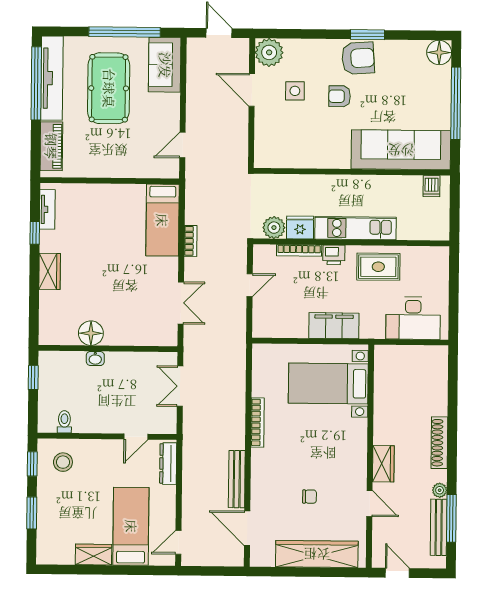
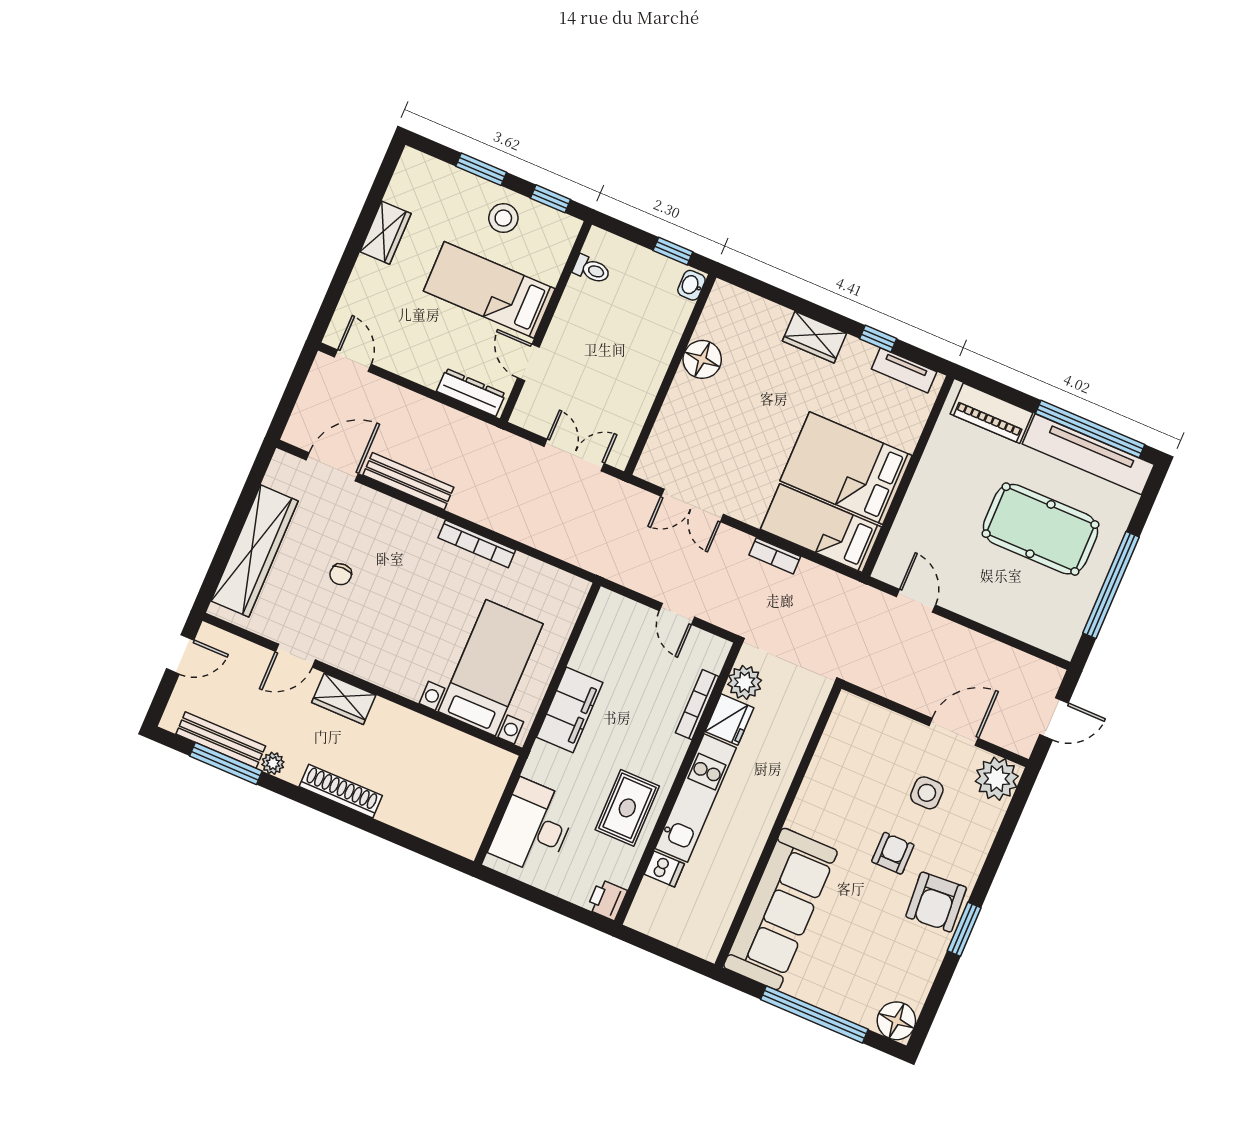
sofa: (165, 65) -> (1041, 623), removed
dishwasher: (432, 186) -> (664, 869), moved, turned 180
bed: (120, 220) -> (846, 468), added
printer: (334, 255) -> (607, 900), moved
washbasin: (95, 359) -> (691, 285), moved
stool: (63, 462) -> (503, 218), moved
bed: (131, 526) -> (489, 290), moved, turned 180

